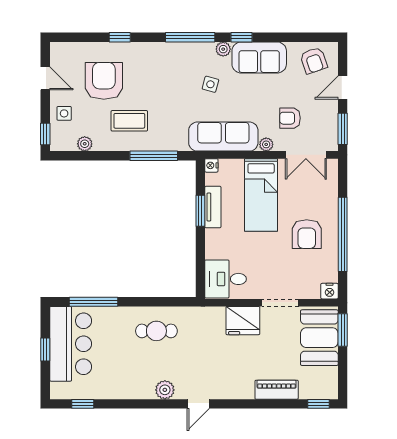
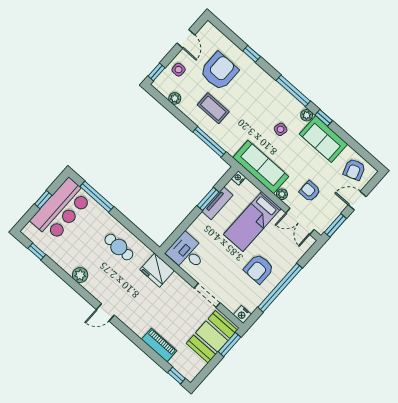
fridge: (243, 321) -> (157, 270), moved
plant: (165, 390) -> (80, 275), moved

